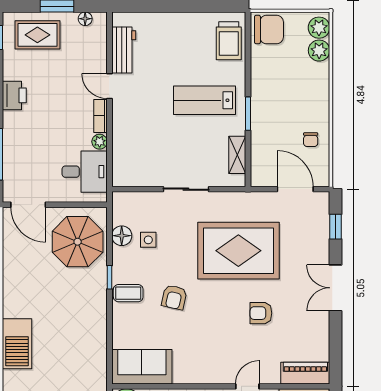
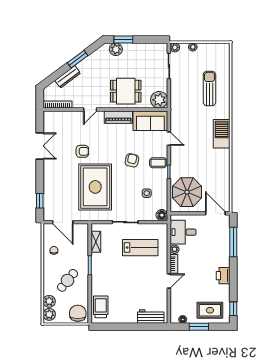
chair: (269, 29) -> (78, 313), turned 90
workbench: (124, 50) -> (151, 317), moved, turned 90
door: (109, 86) -> (169, 281), hinge flipped
cafe table: (287, 87) -> (68, 280), added
lab bench: (205, 100) -> (140, 248), moved
floor lamp: (122, 236) -> (162, 215), moved
rug: (238, 251) -> (95, 187), turned 90
double door: (336, 288) -> (40, 146), moved
door: (109, 335) -> (169, 139), added
piano: (305, 373) -> (118, 117), moved

